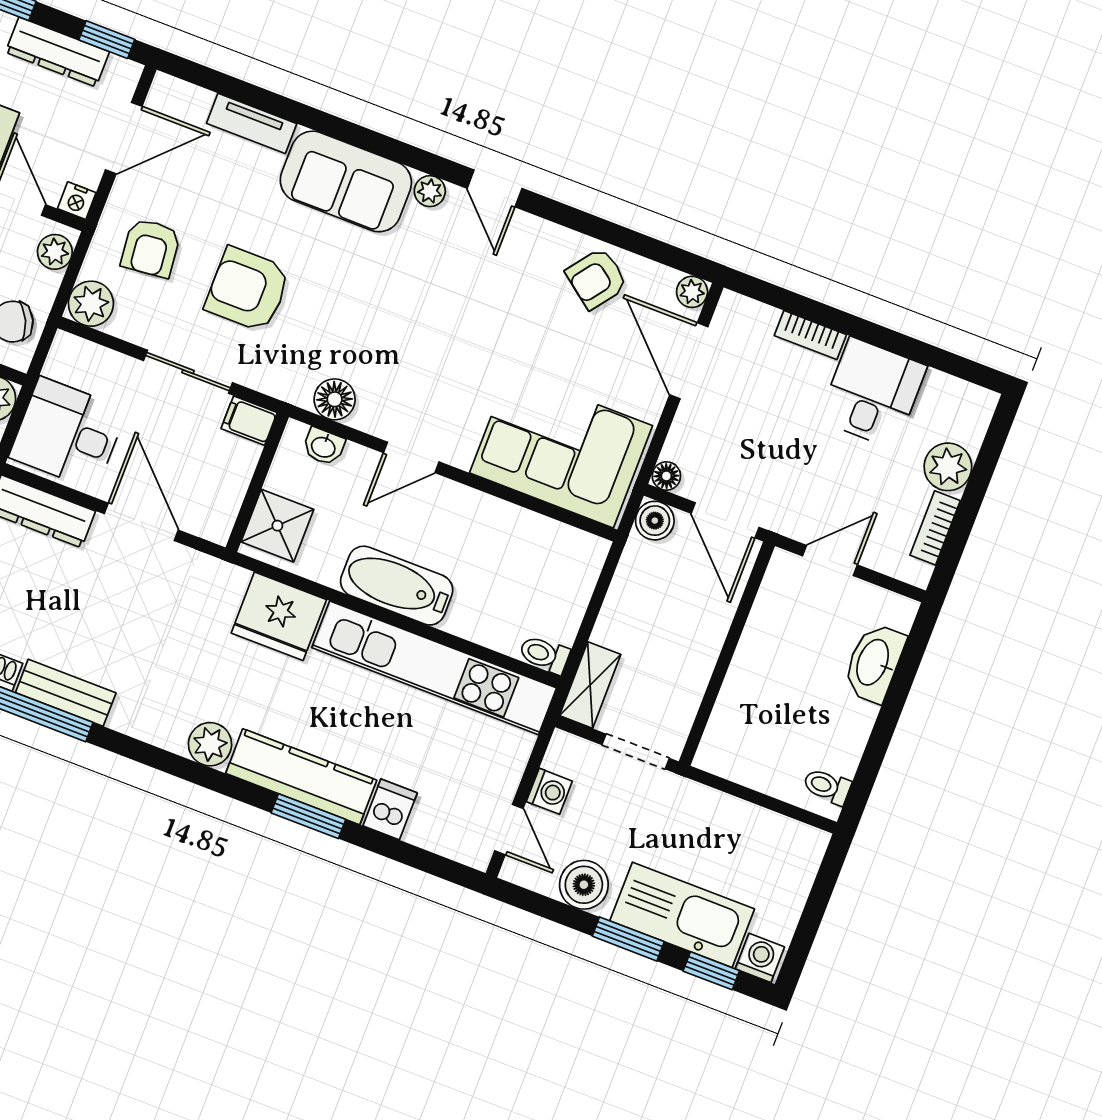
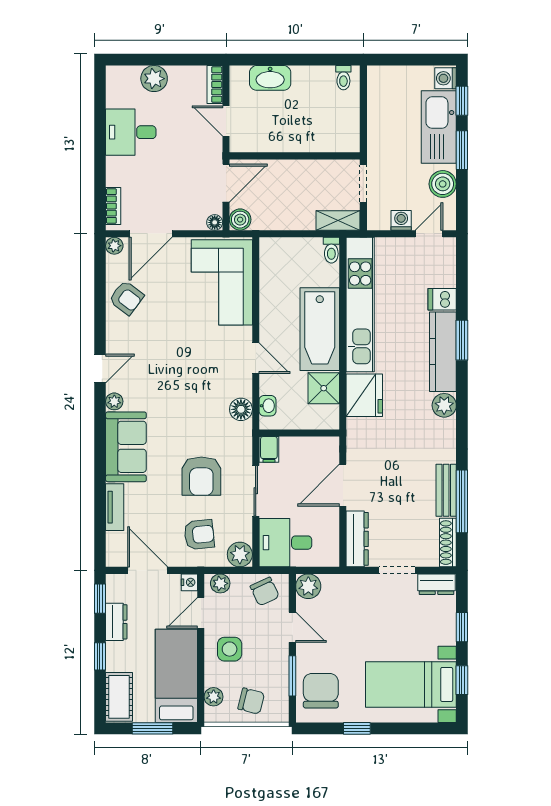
dresser: (57, 52) -> (116, 622), width x0.70
bookcase: (810, 335) -> (113, 206), moved
desk: (68, 433) -> (285, 543), moved, turned 90
shower: (277, 526) -> (324, 388), moved
bookcase: (935, 528) -> (215, 85), moved, turned 90
bathtub: (397, 586) -> (320, 329), width x1.36, depth x1.36

